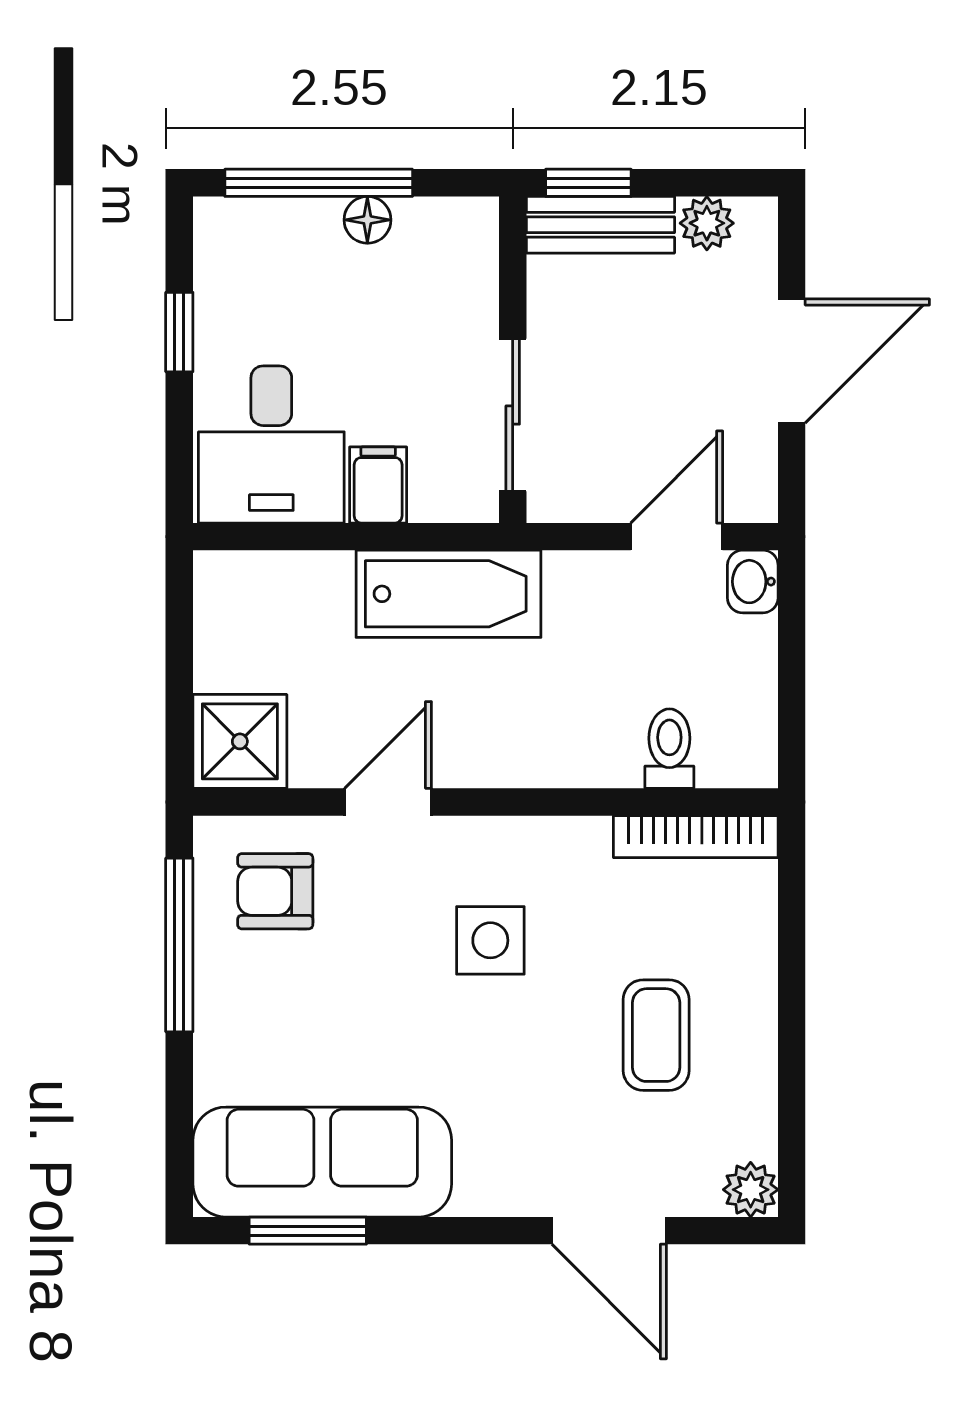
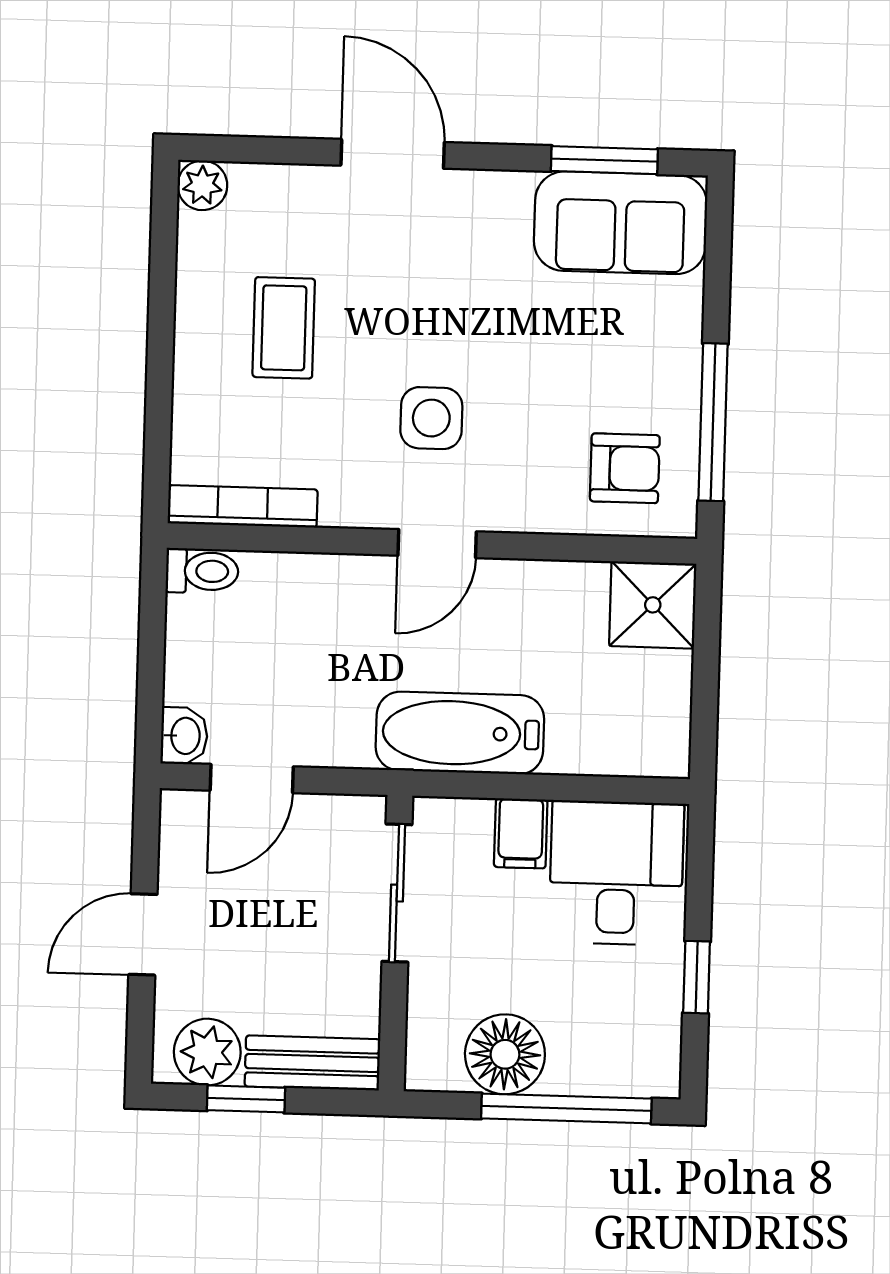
window: (588, 183) -> (246, 1099), moved
floor lamp: (367, 220) -> (505, 1054), width x1.89, depth x1.89
plant: (707, 223) -> (207, 1052), width x1.38, depth x1.38
door: (792, 361) -> (143, 934), width x0.73
toilet: (669, 749) -> (202, 571), moved, turned -90
door: (388, 802) -> (437, 544), moved
sofa: (322, 1162) -> (620, 223), width x0.73
door: (609, 1231) -> (393, 154), moved

